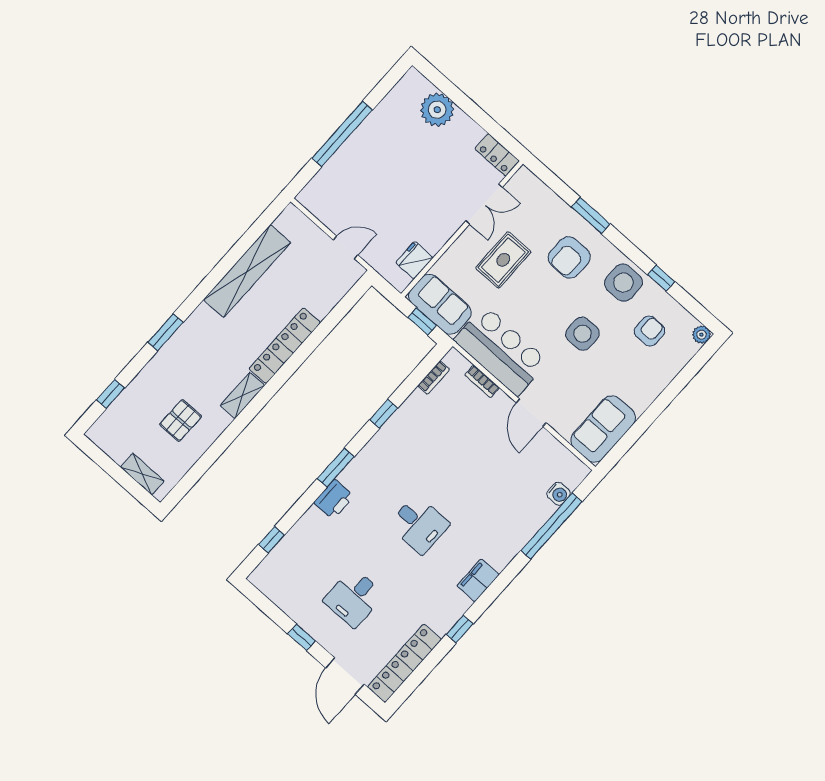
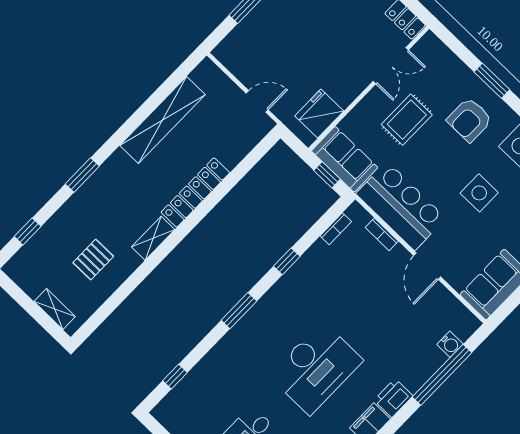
fridge: (414, 260) -> (319, 113), width x1.36, depth x1.34
printer: (334, 499) -> (393, 398), moved, turned 180
desk: (419, 525) -> (316, 368), width x1.87, depth x1.30

